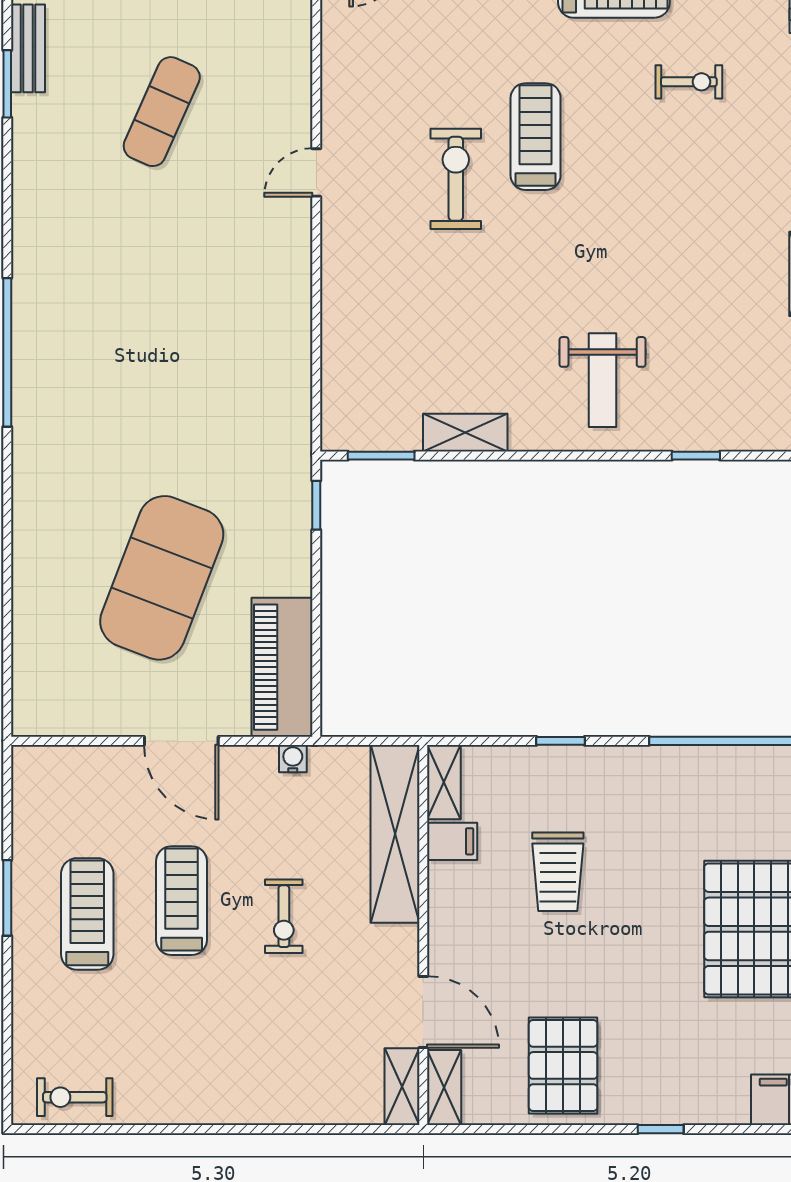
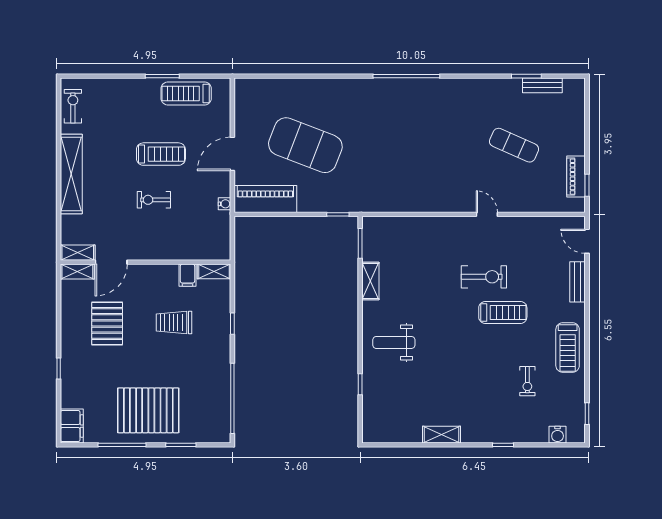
shelving: (395, 834) -> (71, 174), moved, turned 90
treadmill: (87, 914) -> (186, 94), moved, turned 180
pallet: (563, 1065) -> (107, 323), moved, turned 90

